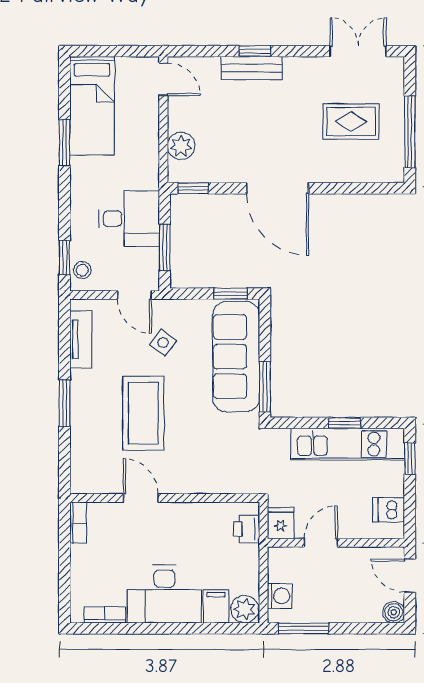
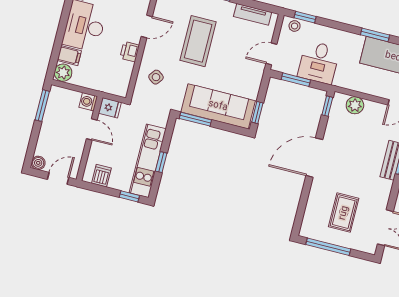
side table: (163, 343) -> (156, 77), moved
coffee table: (143, 413) -> (198, 41), turned 90
printer: (247, 529) -> (130, 52), moved, turned -90
washing machine: (280, 596) -> (88, 102), moved, turned 90

